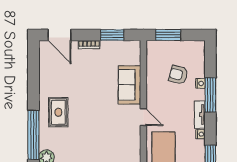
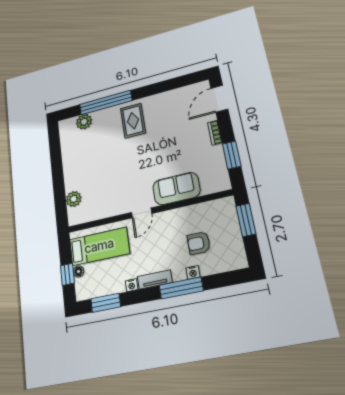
armchair: (178, 75) -> (199, 243), turned -105
rug: (58, 112) -> (133, 121), turned 90

